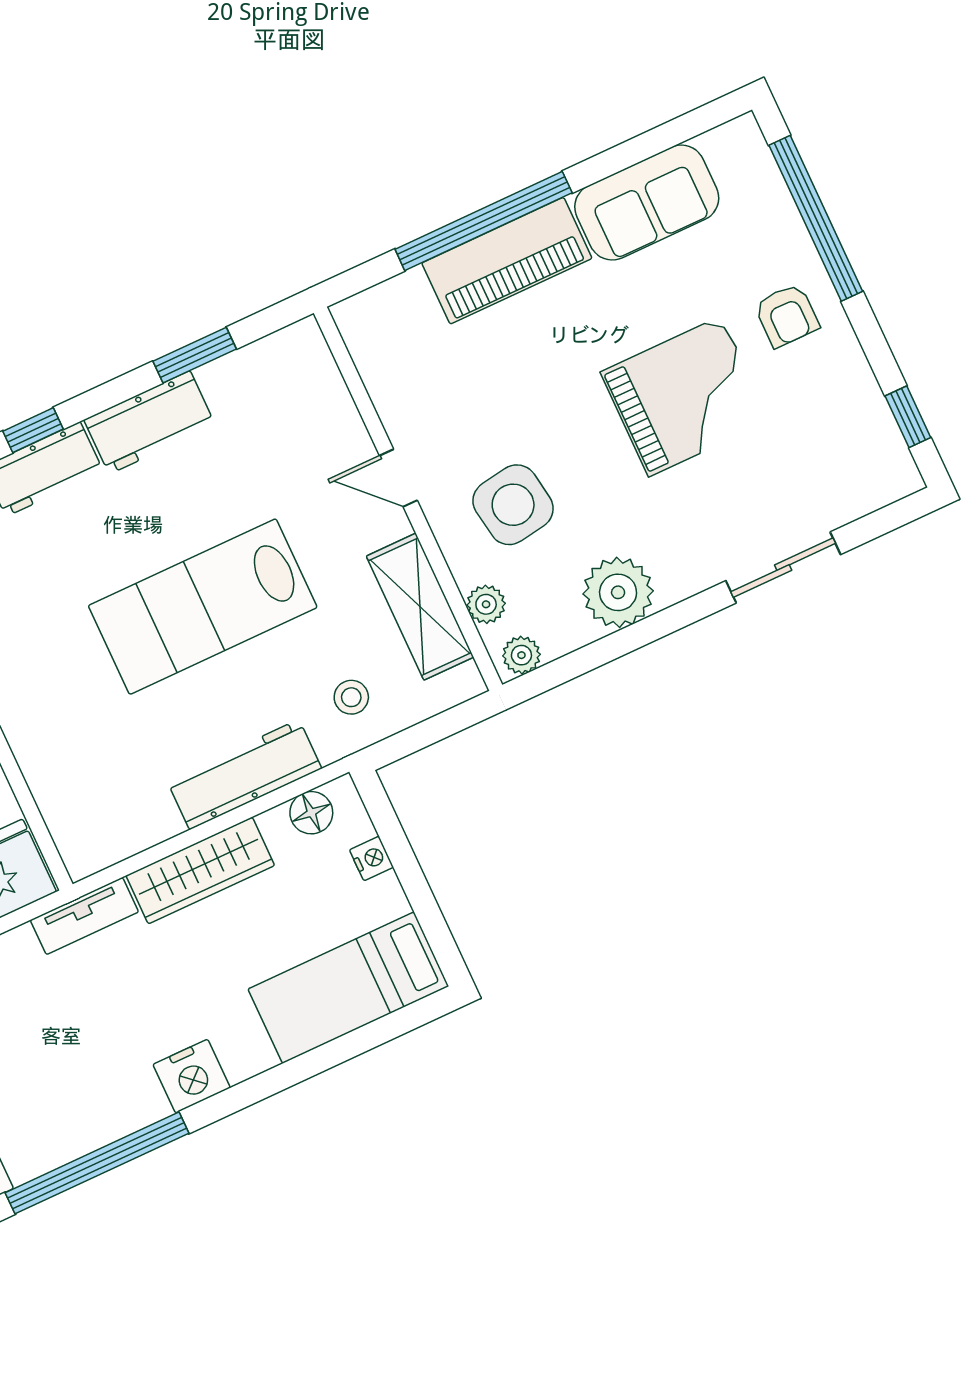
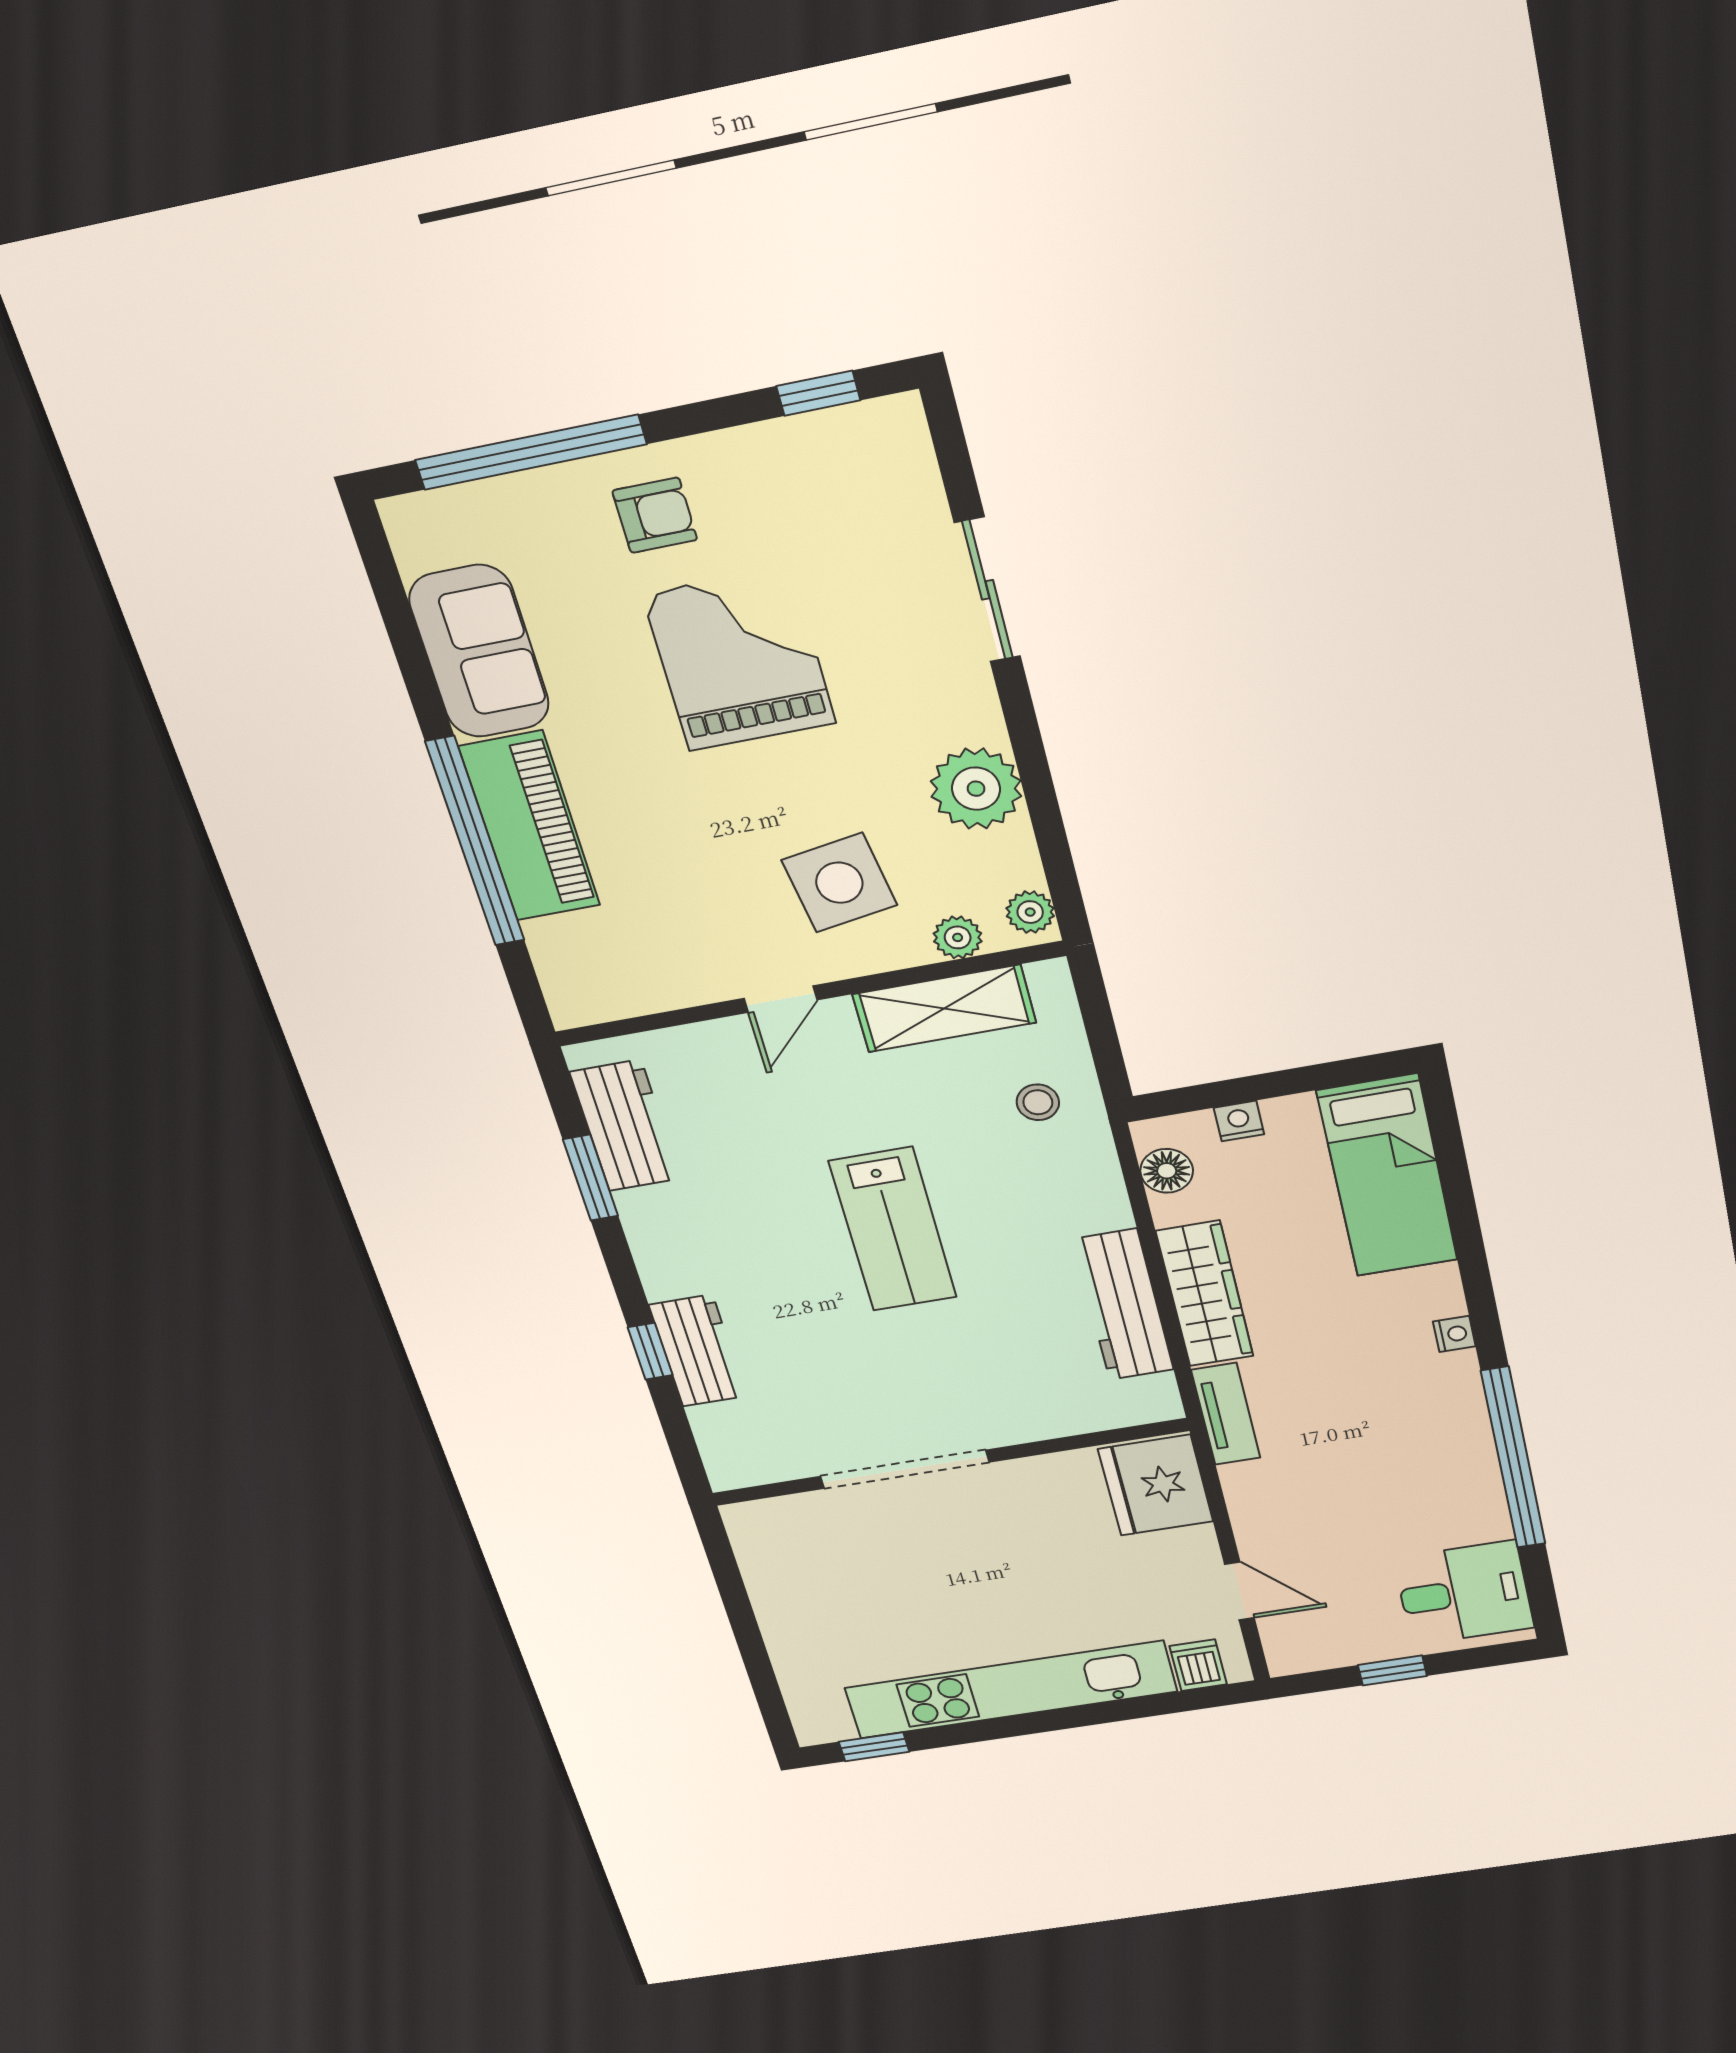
workbench: (150, 422) -> (625, 1126), moved
lab bench: (203, 607) -> (893, 1229), width x0.73, depth x0.72
workbench: (244, 774) -> (1123, 1305), moved
nightstand: (192, 1076) -> (1454, 1334), width x0.53, depth x0.56

